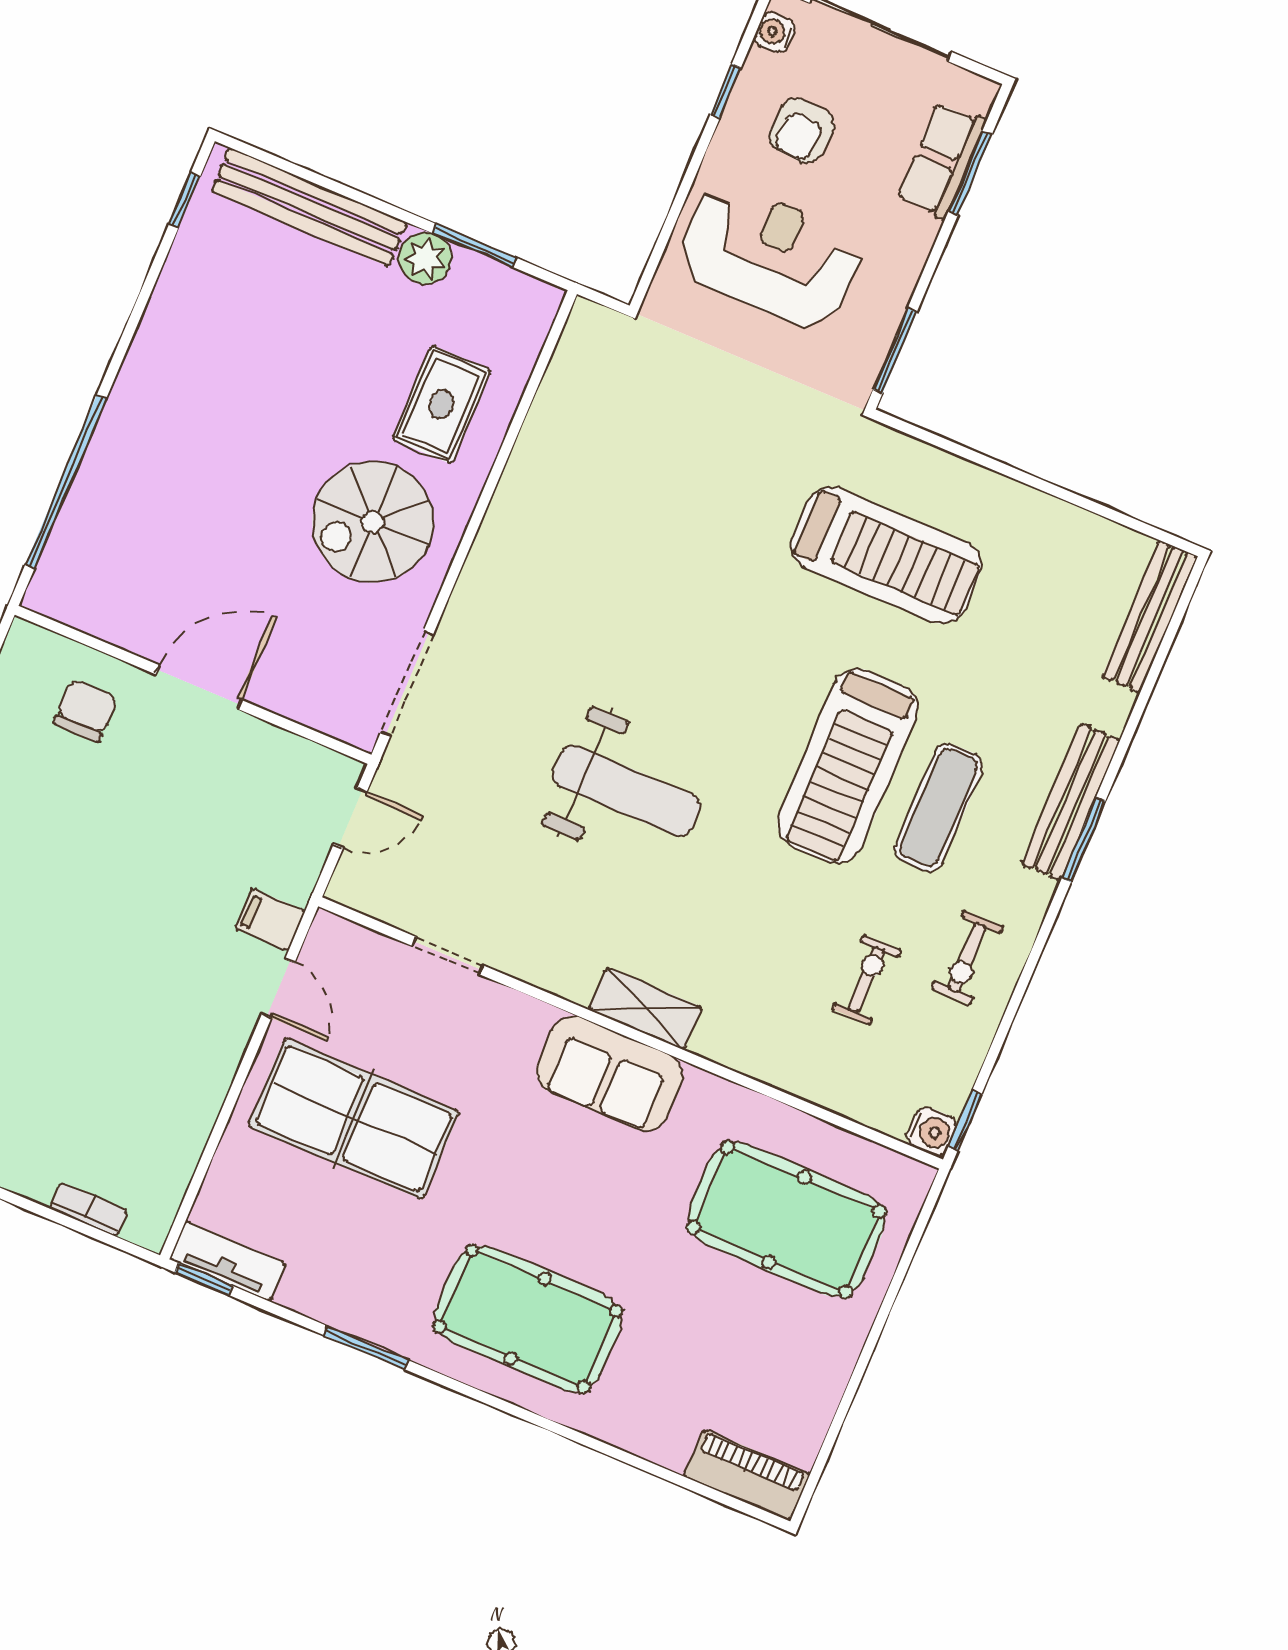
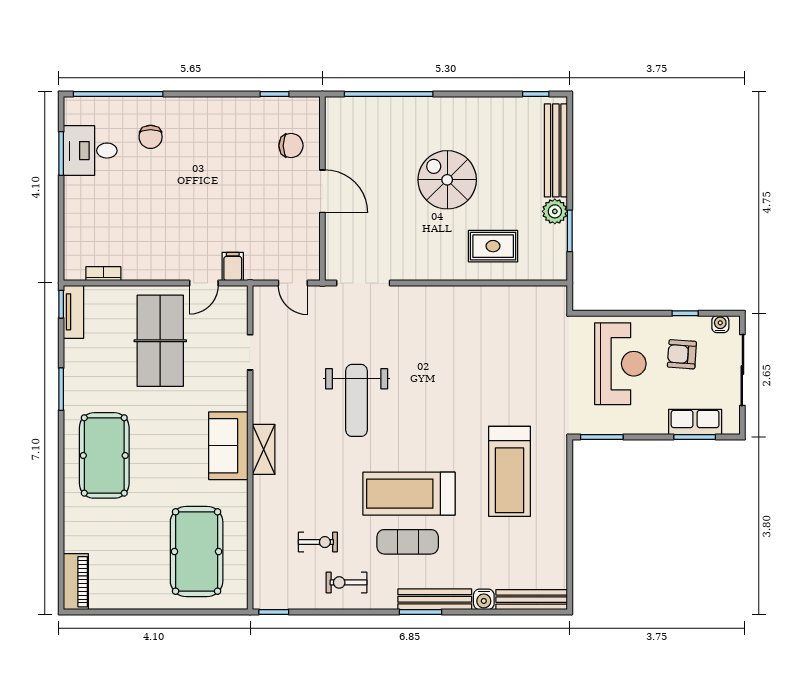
spiral stairs: (373, 522) -> (447, 180), moved
water cooler: (932, 1132) -> (484, 599), moved
bookcase: (89, 1209) -> (103, 274), moved, turned -90

